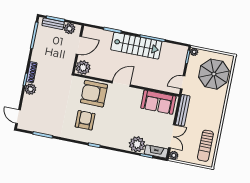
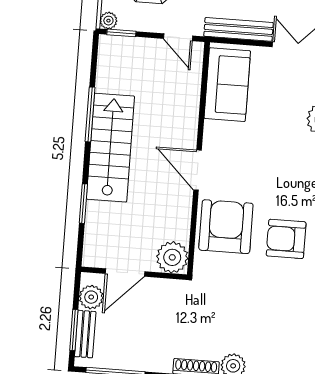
door: (79, 45) -> (125, 273), swing flipped
armchair: (94, 94) -> (226, 227), turned 180

